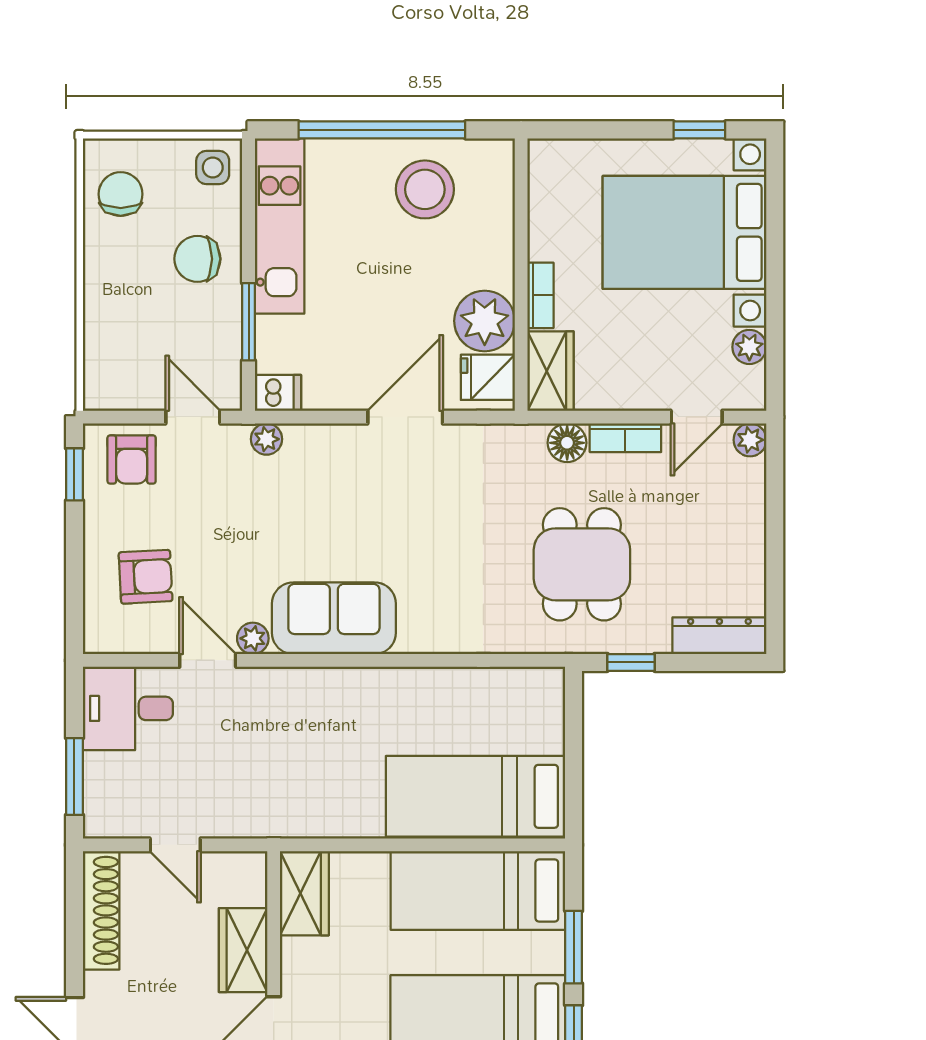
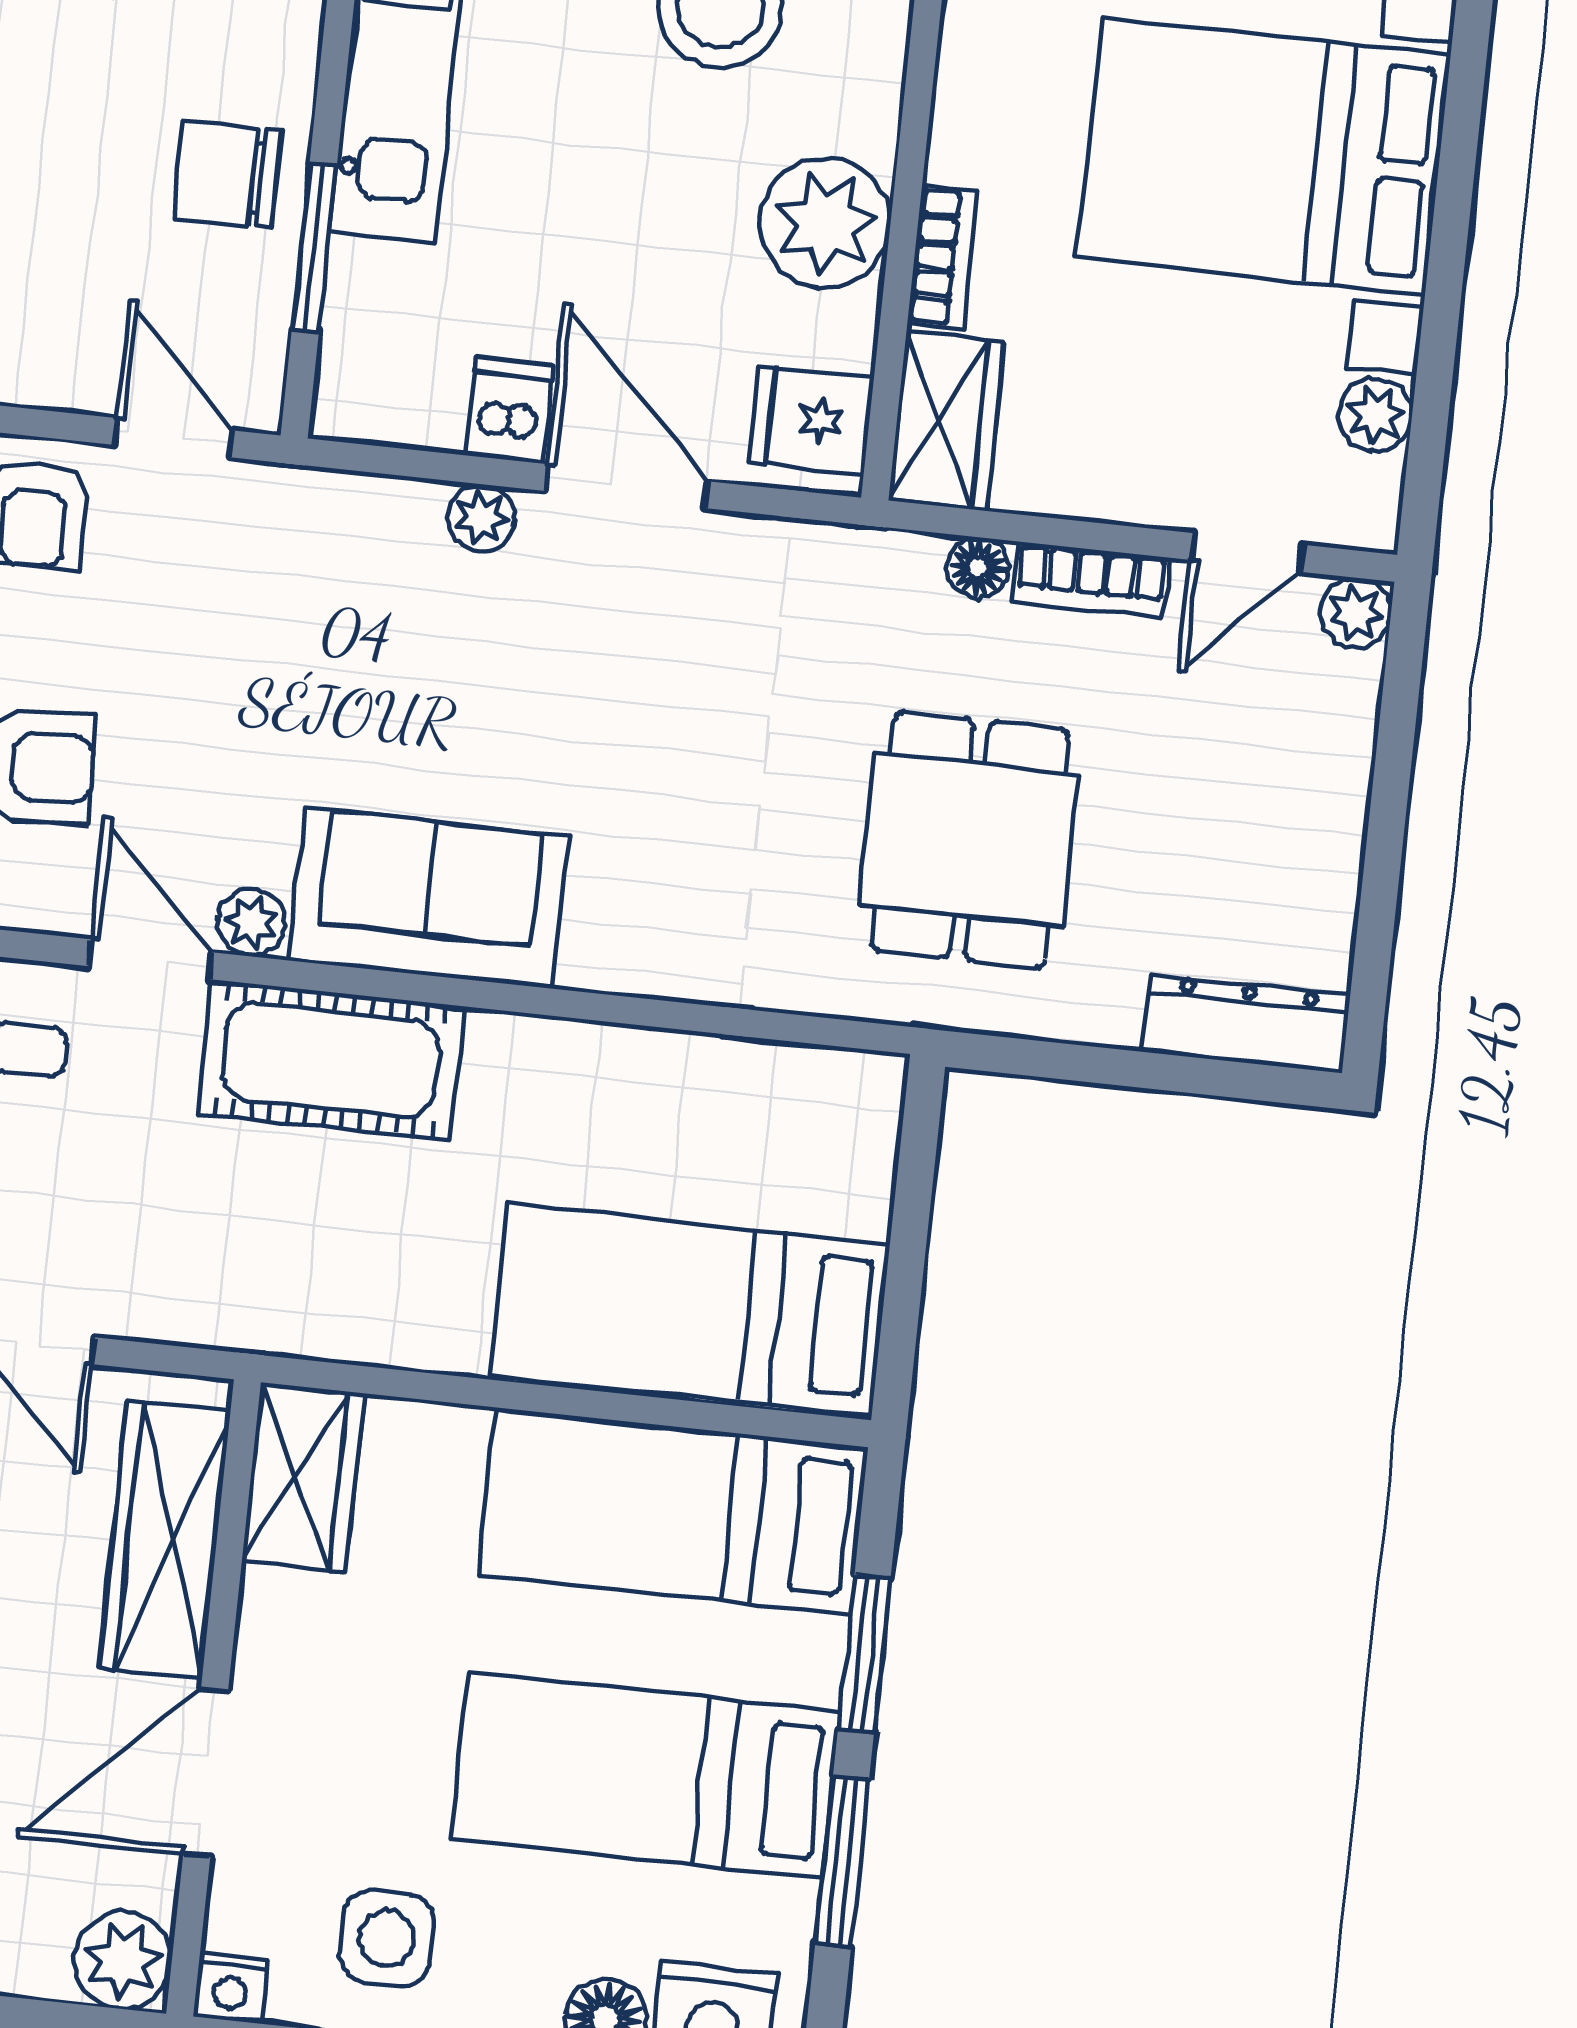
chair: (197, 259) -> (227, 175), moved
plant: (485, 321) -> (825, 223), moved
dishwasher: (278, 393) -> (509, 410), moved, turned -90
door: (405, 417) -> (626, 486), hinge flipped
plant: (266, 439) -> (482, 518), moved
floor lamp: (567, 443) -> (978, 568), width x0.73, depth x0.73
window: (631, 662) -> (1052, 1060), removed
cot: (296, 698) -> (330, 1060), added
wardrobe: (243, 950) -> (164, 1540), width x1.50

